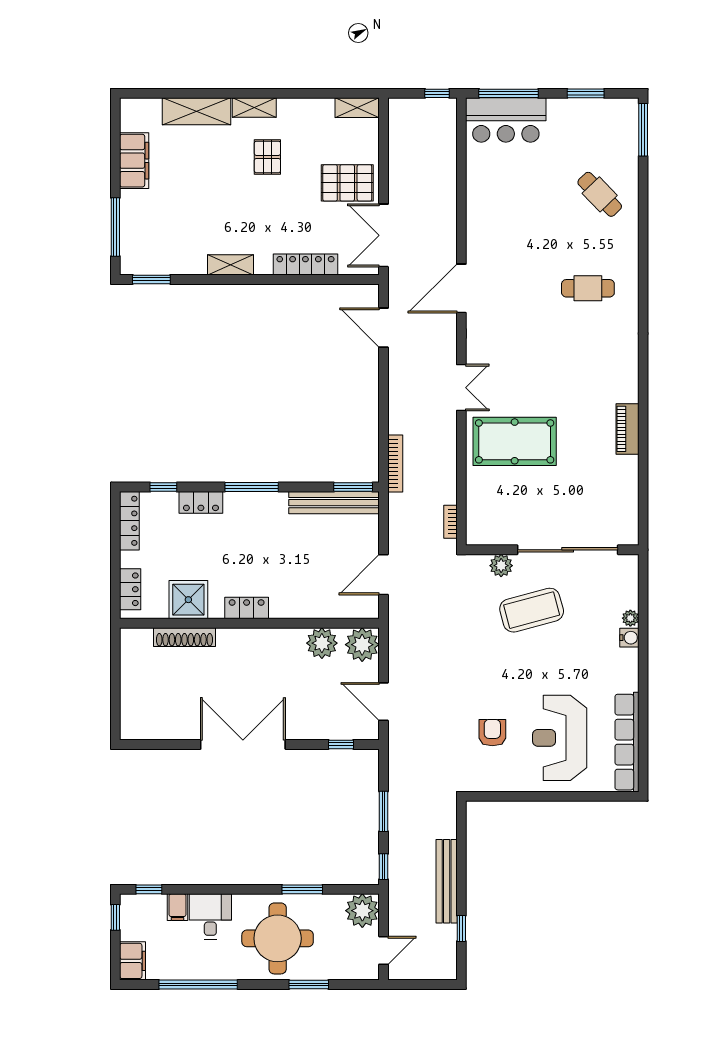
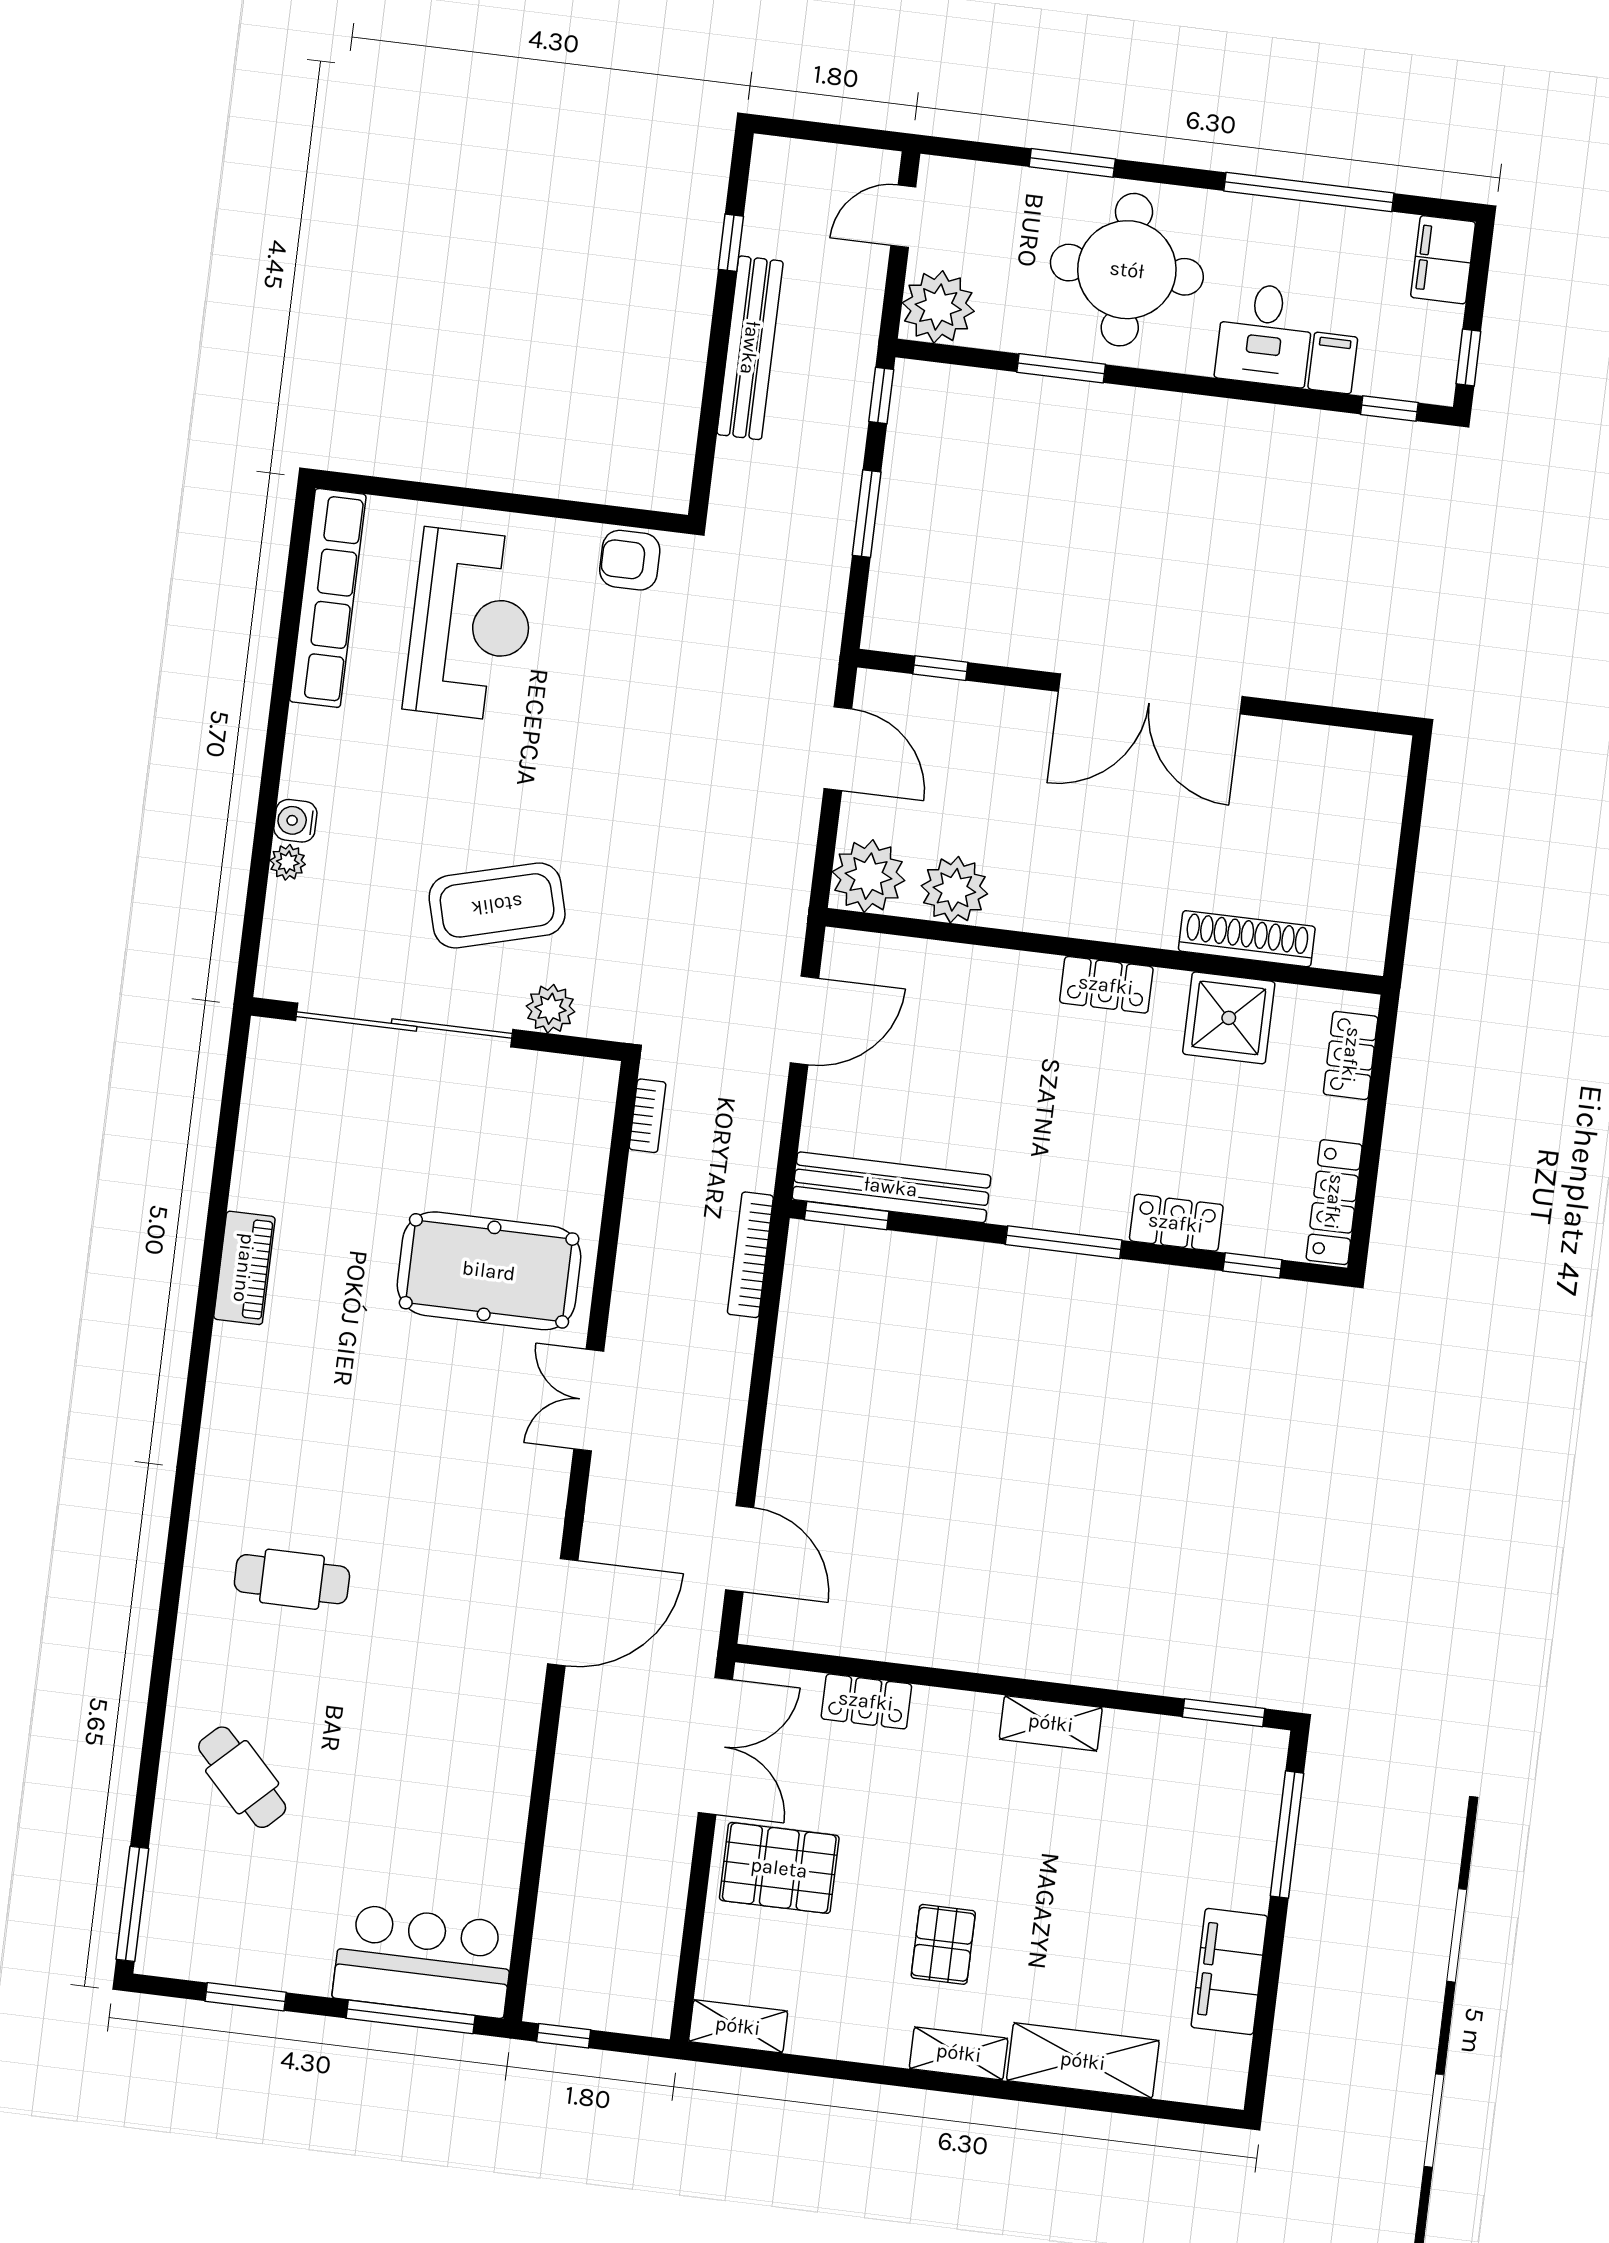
locker: (305, 264) -> (866, 1701), width x0.66
armchair: (492, 733) -> (630, 560), moved, turned 90

